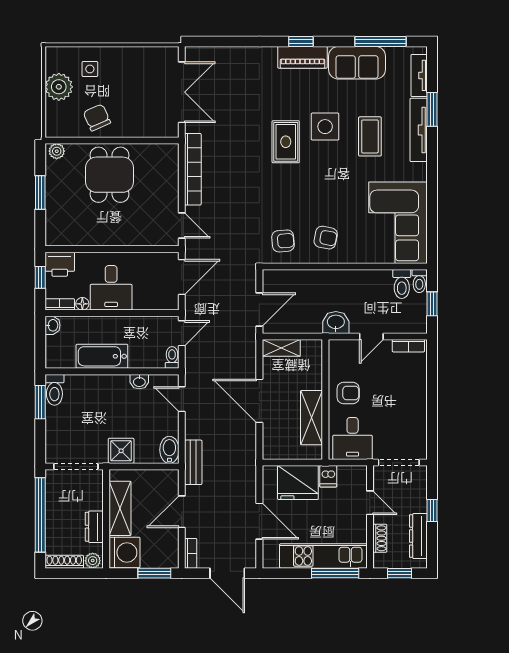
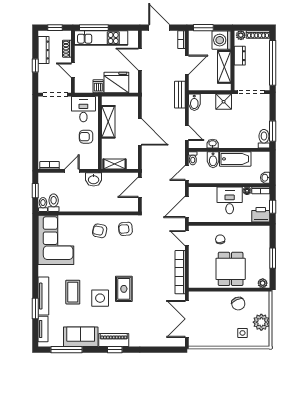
chair: (127, 223) -> (220, 239), added
shelving: (281, 348) -> (114, 164), moved
bidet: (138, 355) -> (213, 160), added

